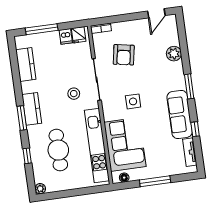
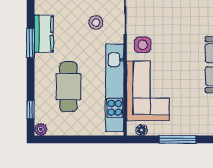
side table: (133, 101) -> (143, 45), moved
window: (27, 156) -> (31, 110), moved

